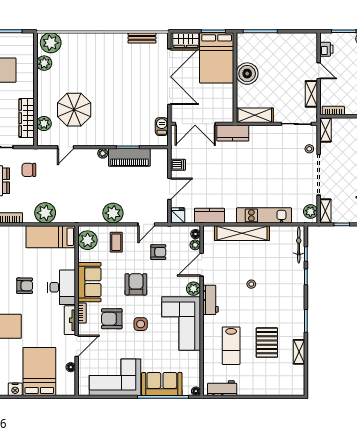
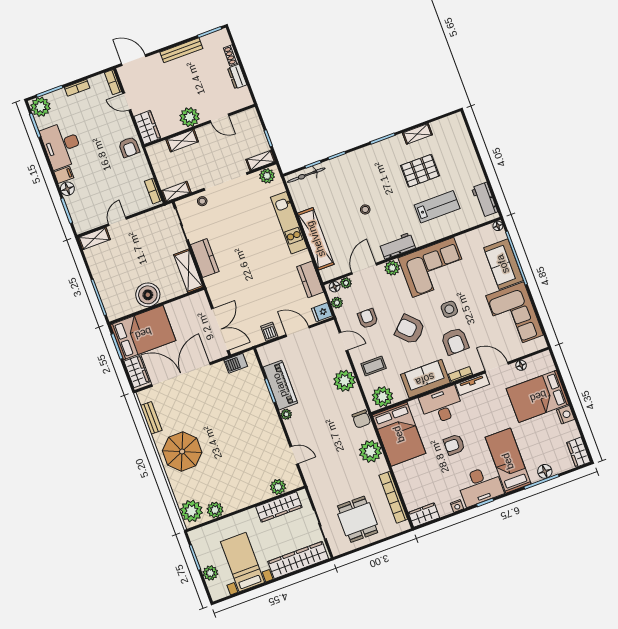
printer: (326, 49) -> (92, 222), removed
shelving: (311, 94) -> (94, 239), moved
parasol: (74, 110) -> (182, 451), moved
kitchen counter: (233, 133) -> (205, 258), moved
chair: (29, 170) -> (361, 419), moved
plant: (181, 231) -> (337, 303), added
bed: (51, 237) -> (399, 434), width x1.50
door: (202, 265) -> (364, 269), swing flipped
armchair: (136, 284) -> (410, 329), turned 46
armchair: (25, 286) -> (454, 445), turned -90

